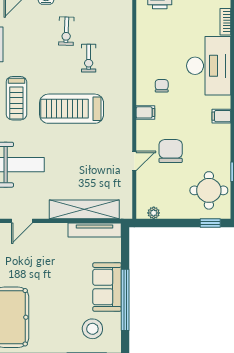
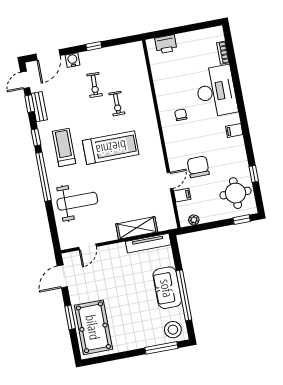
treadmill: (16, 98) -> (64, 147), turned 180
treadmill: (72, 109) -> (111, 148), turned 180
filing cabinet: (145, 112) -> (182, 195), moved
shelving: (84, 209) -> (137, 228), width x0.68
stool: (92, 329) -> (173, 330), moved

